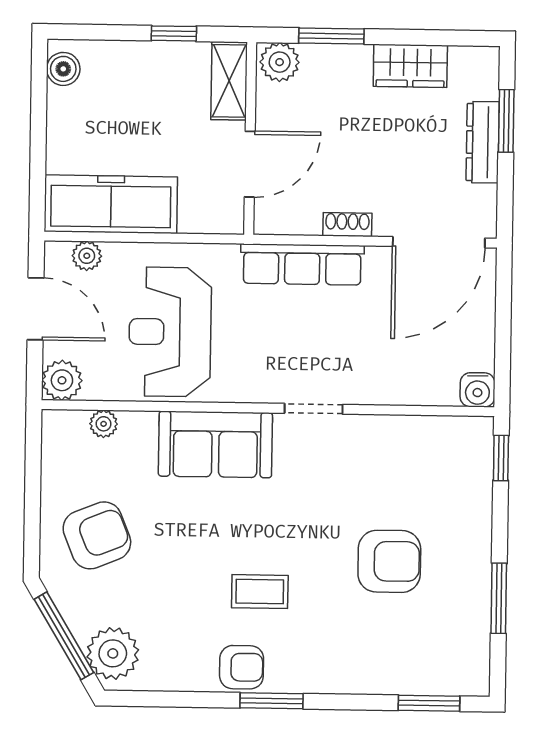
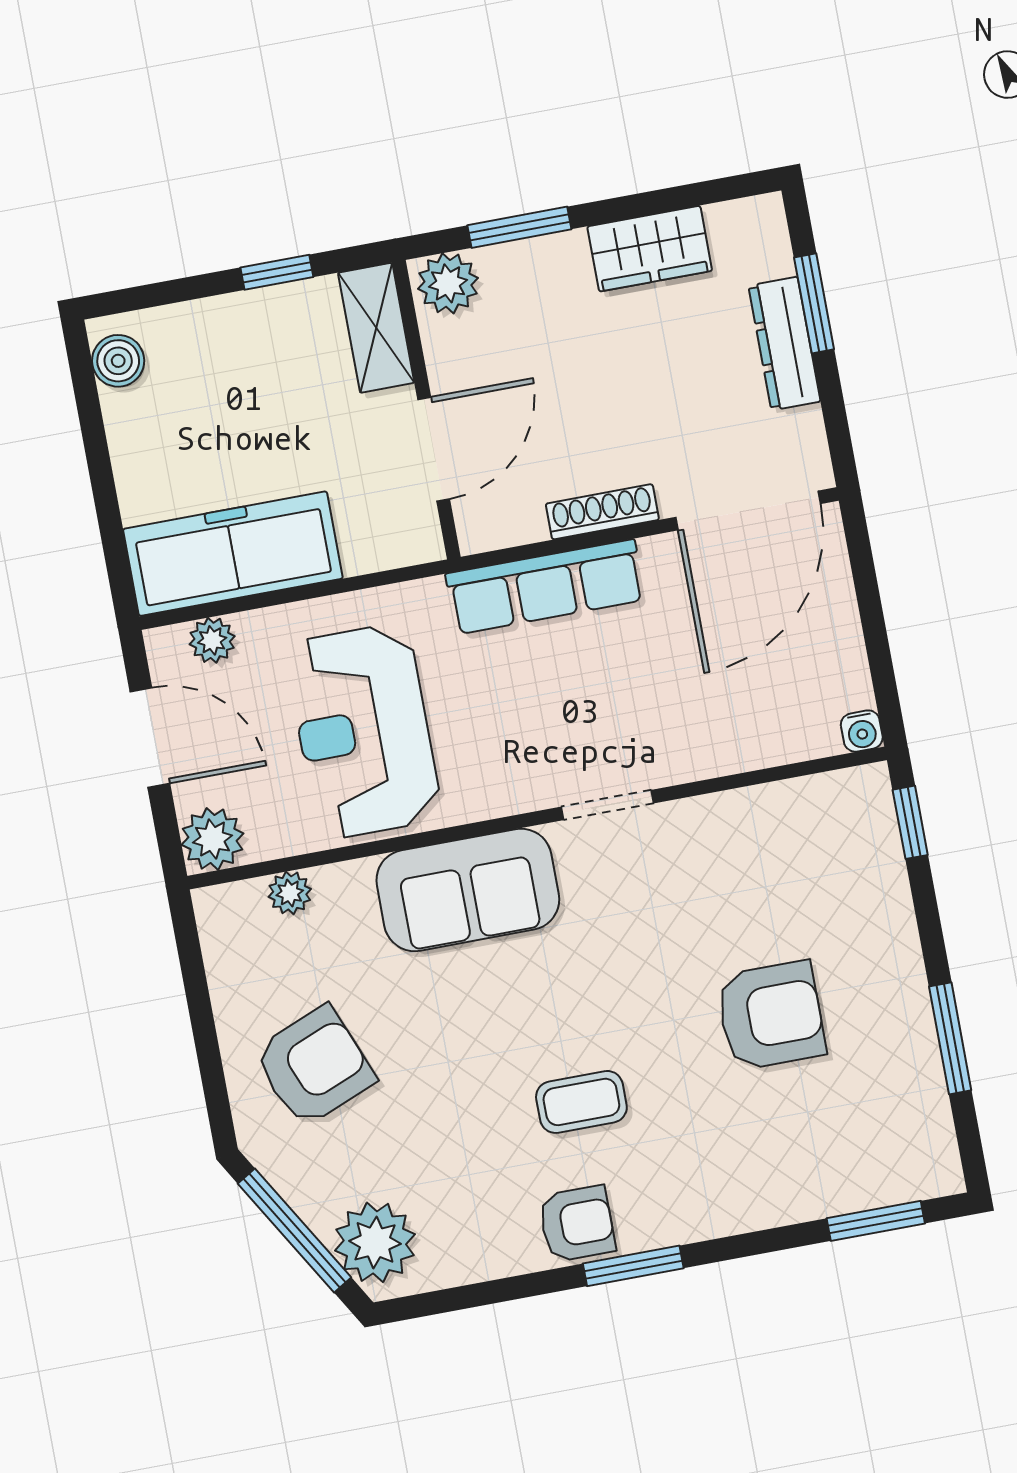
shoe rack: (347, 225) -> (602, 512), width x1.43
water cooler: (477, 390) -> (862, 731), width x0.72, depth x0.72

